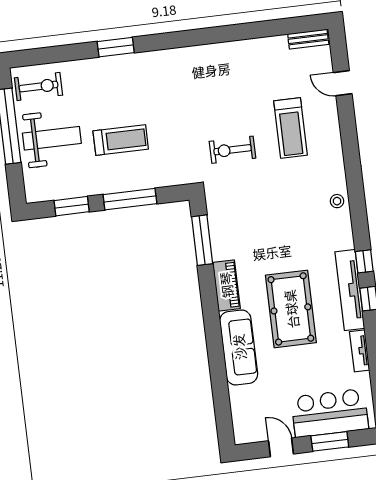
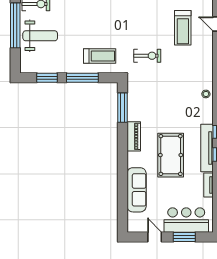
treadmill: (291, 128) -> (183, 28), moved
treadmill: (121, 140) -> (100, 56), moved
exercise bike: (232, 150) -> (147, 56), turned 180
sofa: (239, 347) -> (137, 190), moved

